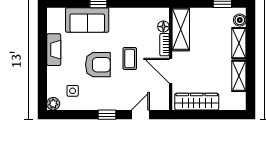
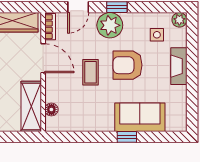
bookcase: (165, 45) -> (50, 27), moved
fireplace: (54, 50) -> (179, 66), moved
plant: (113, 99) -> (110, 25), added

